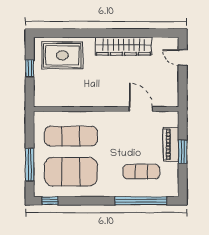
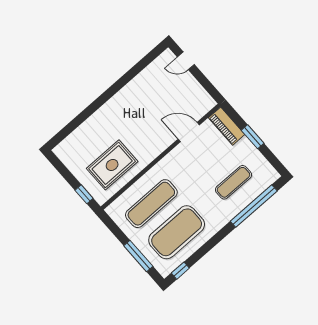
wardrobe: (123, 46) -> (130, 94), removed
rug: (62, 55) -> (112, 165), moved
window: (30, 68) -> (84, 194), moved
piano: (171, 144) -> (227, 126), moved

